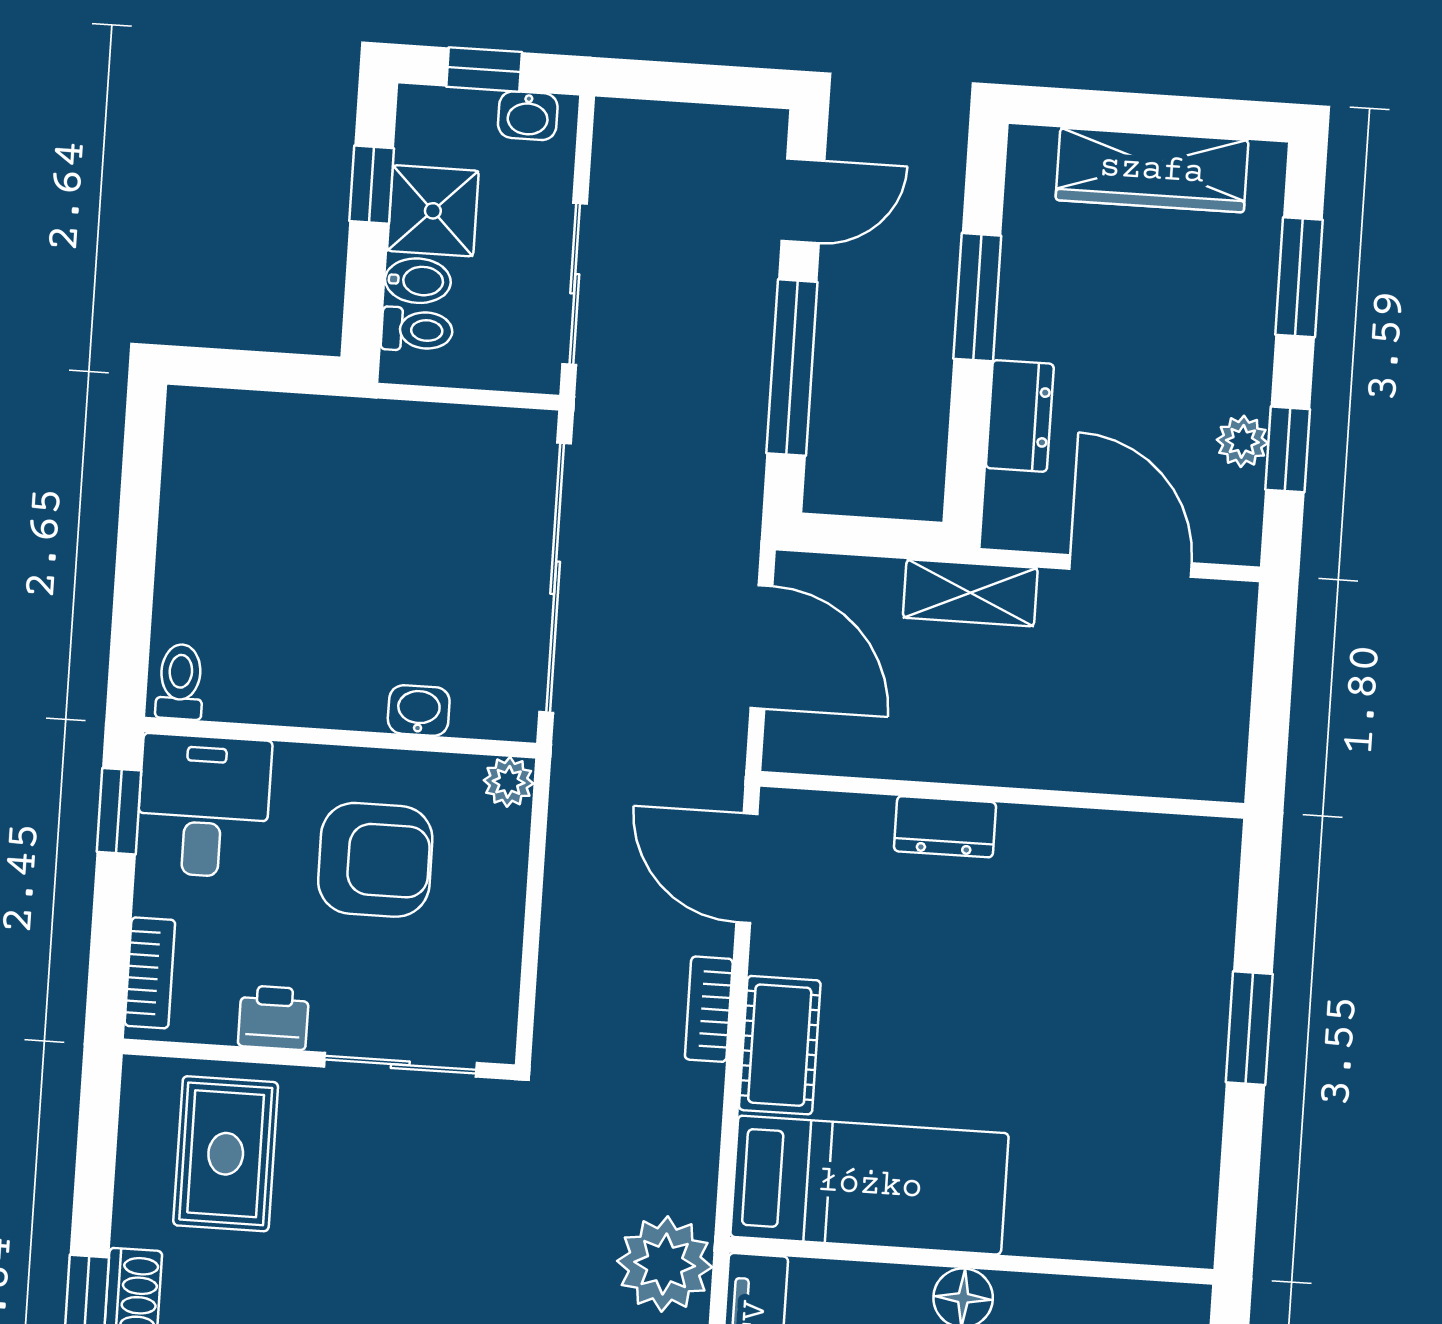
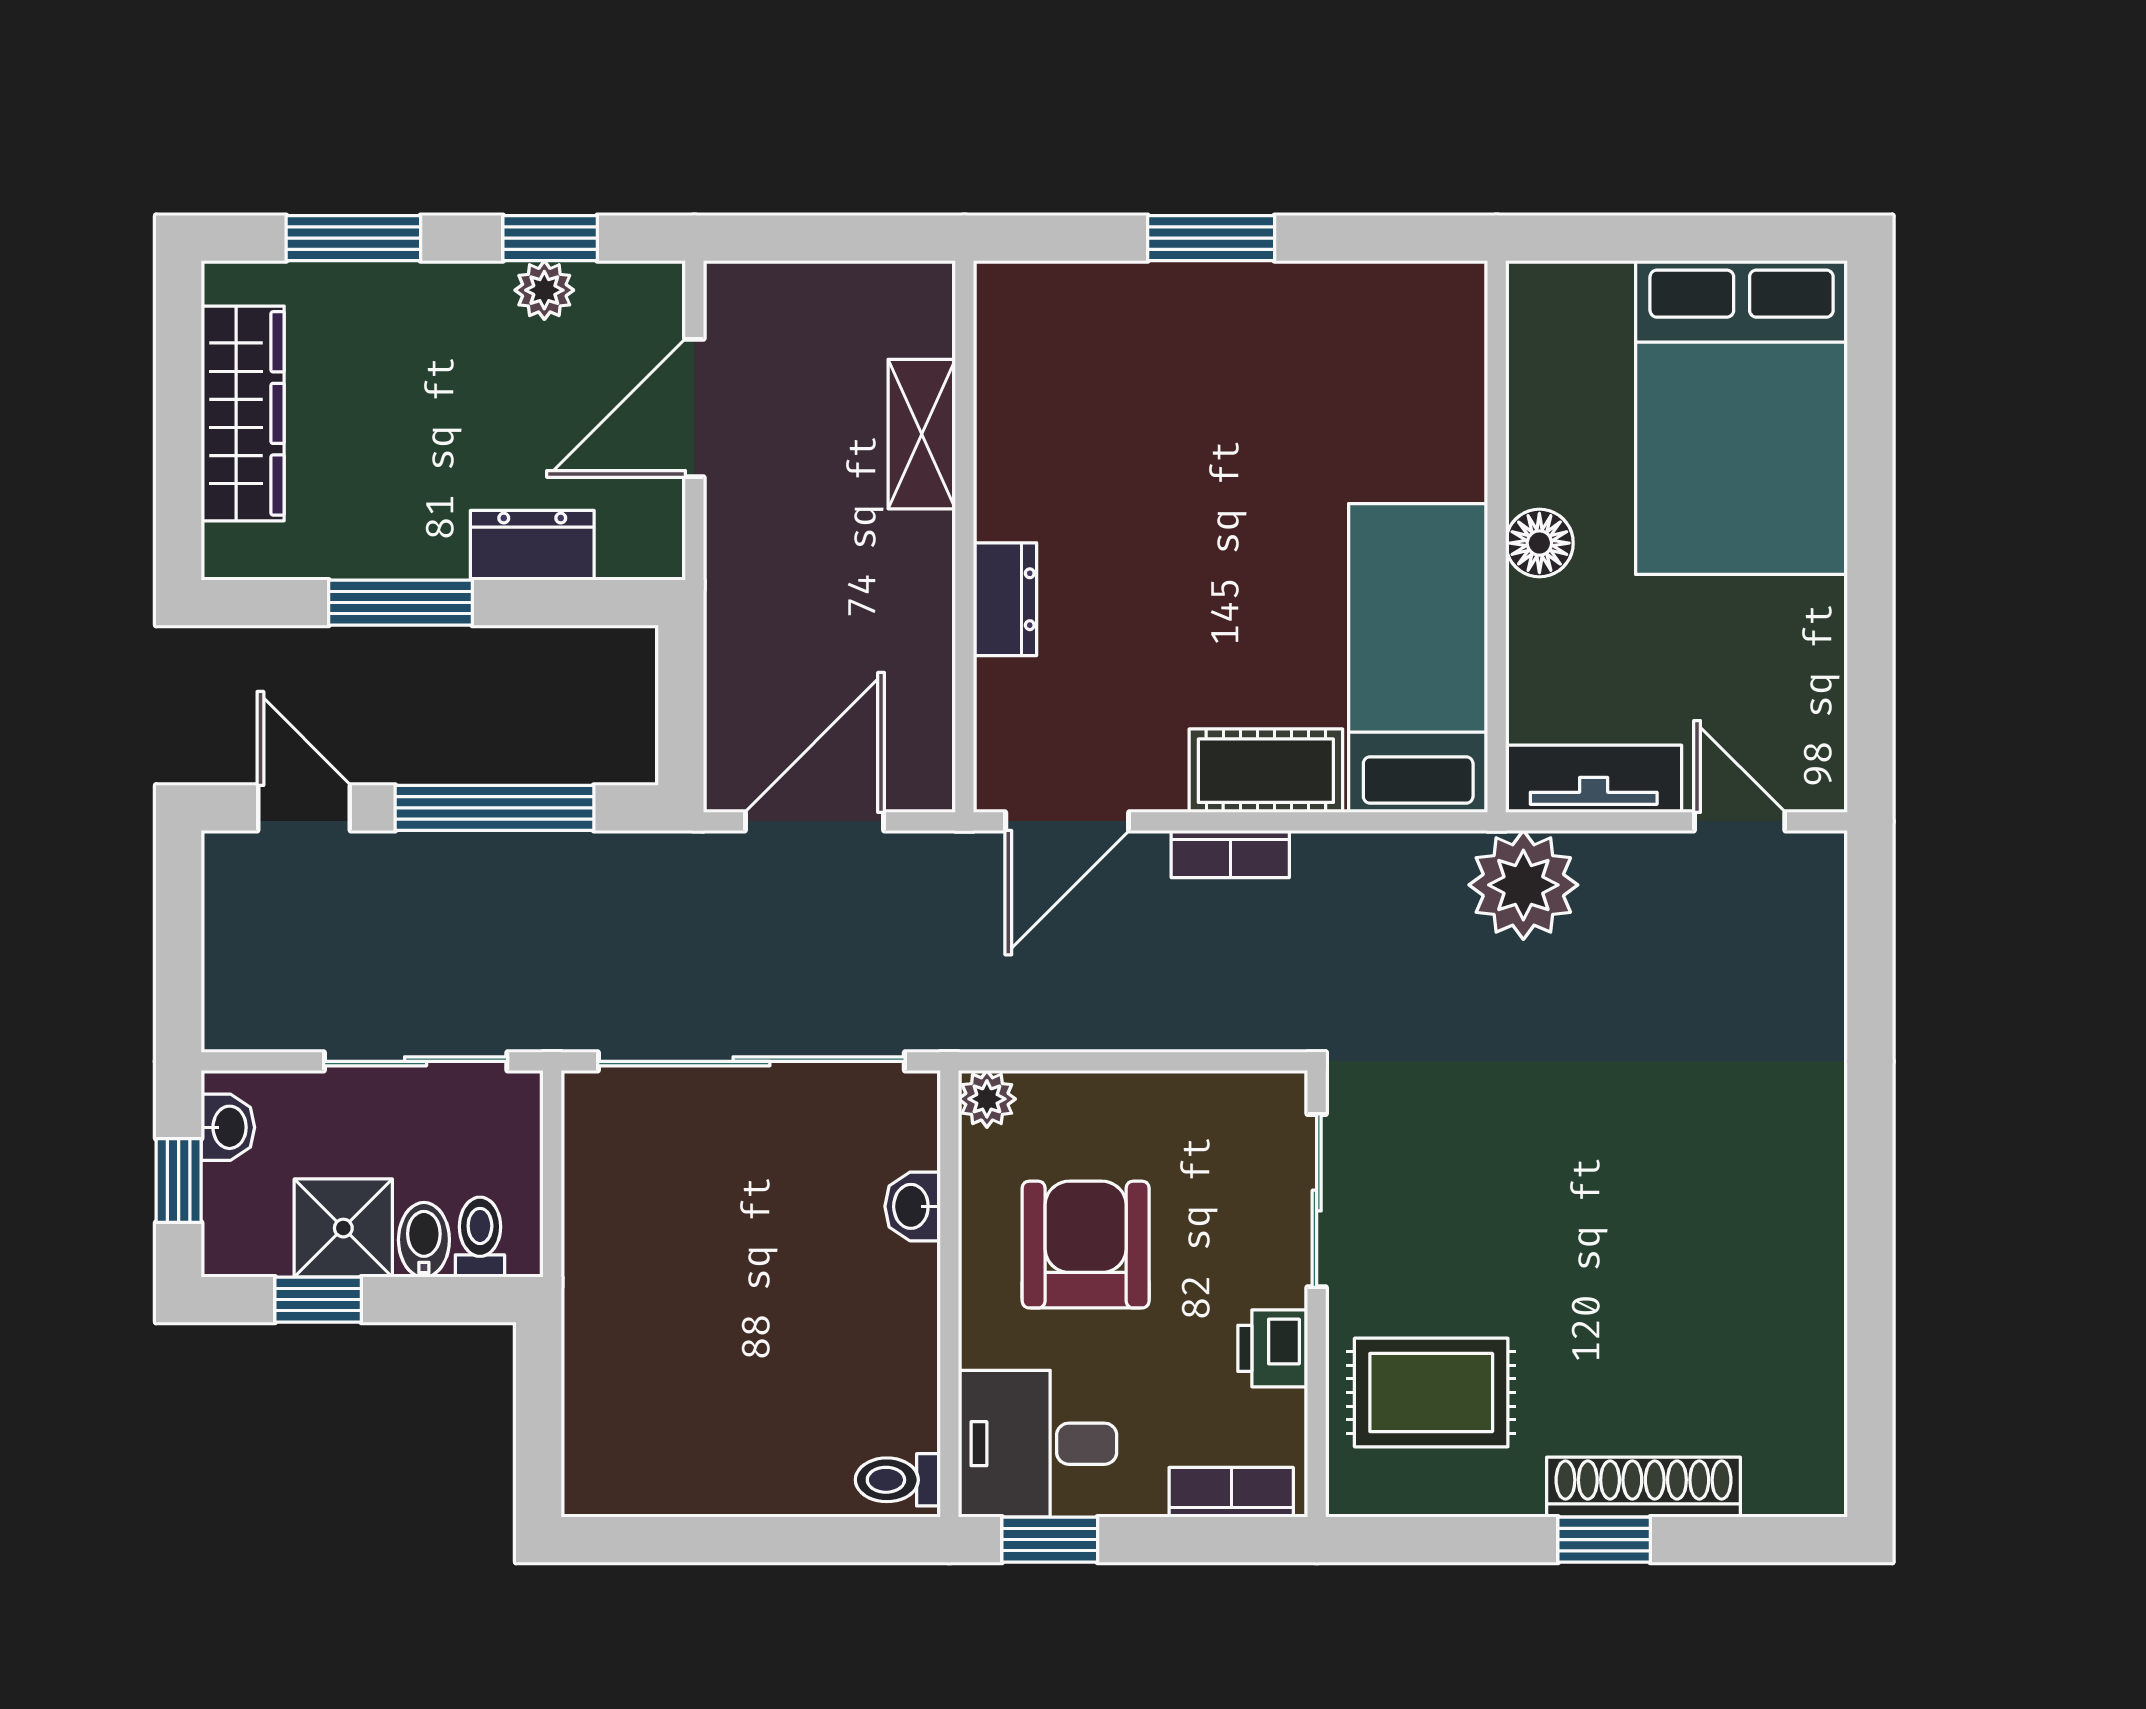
shelving: (970, 593) -> (922, 434), moved

